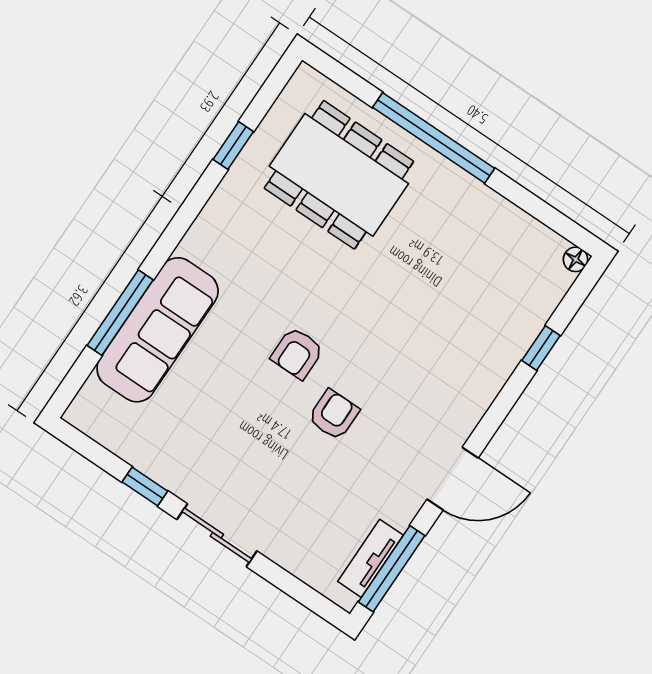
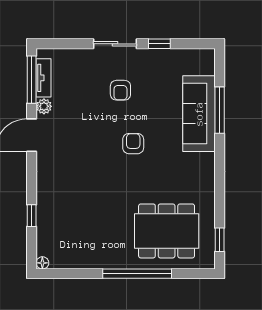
window: (233, 145) -> (220, 240), moved
armchair: (334, 415) -> (120, 90), moved
plant: (401, 512) -> (44, 106), added

